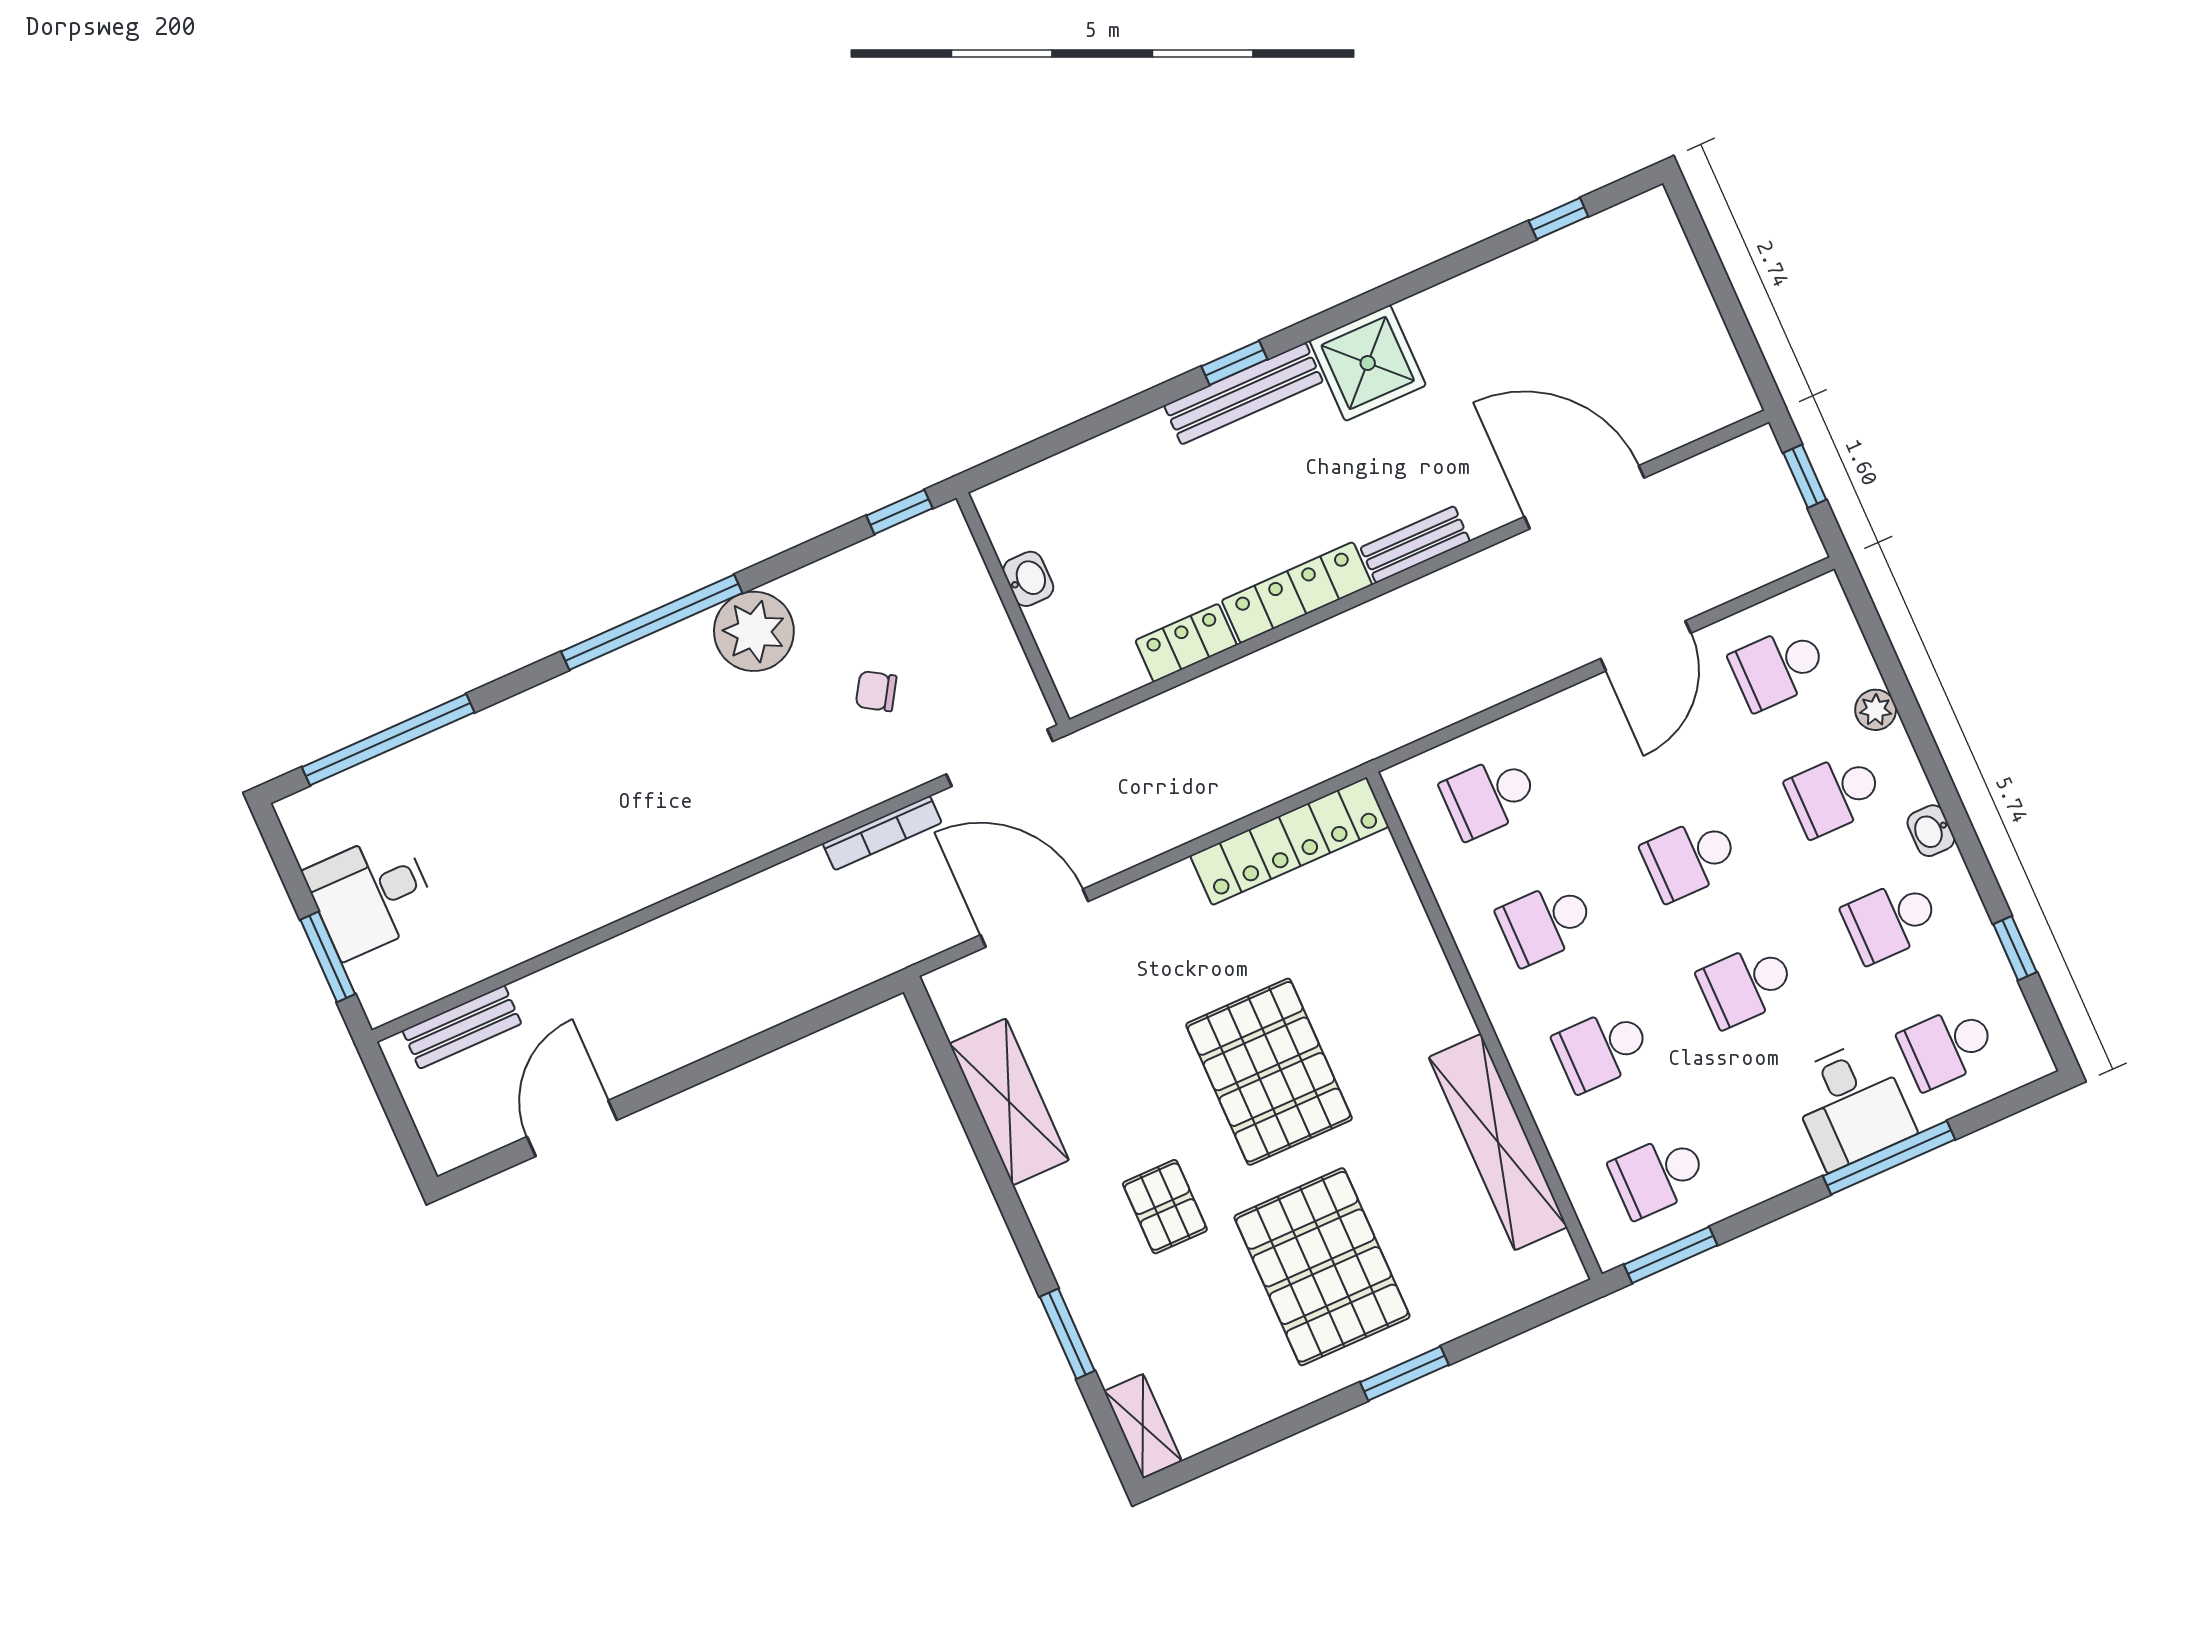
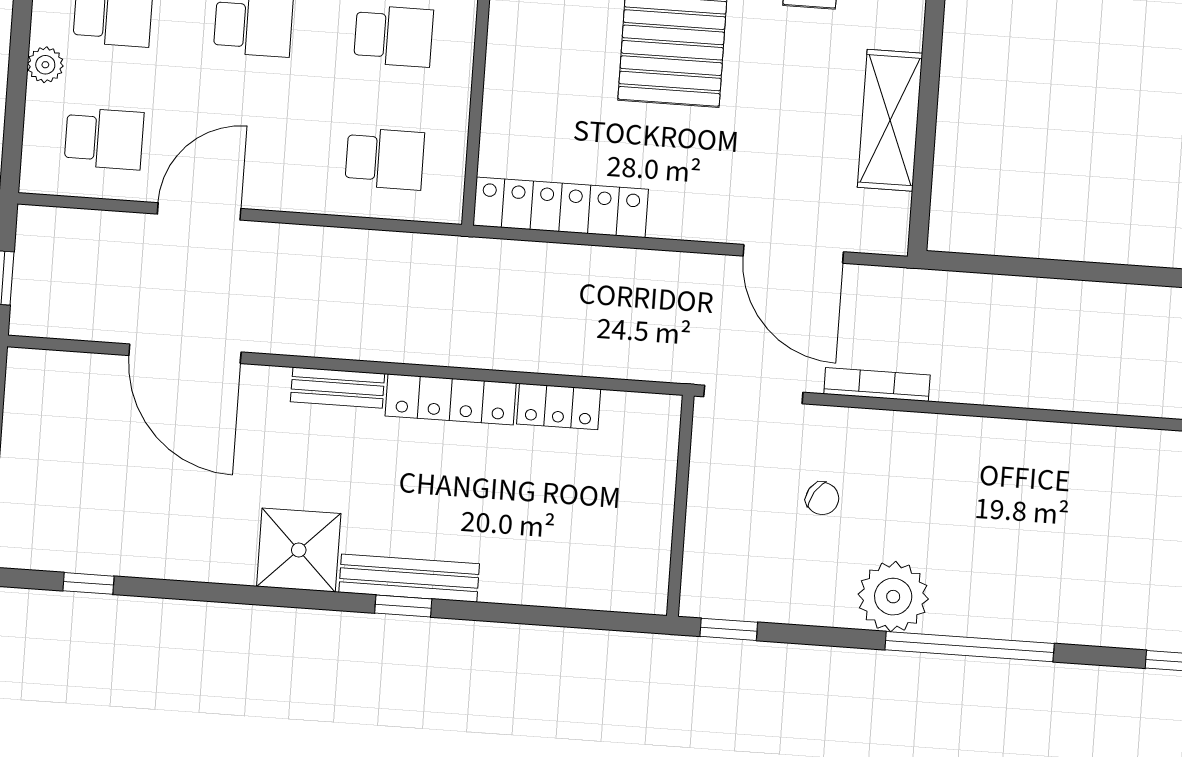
washbasin: (1028, 579) -> (656, 523), removed

